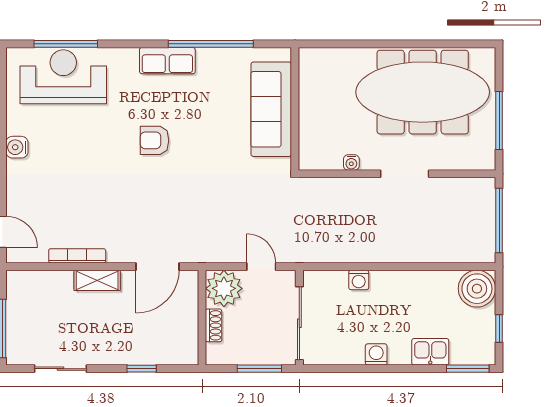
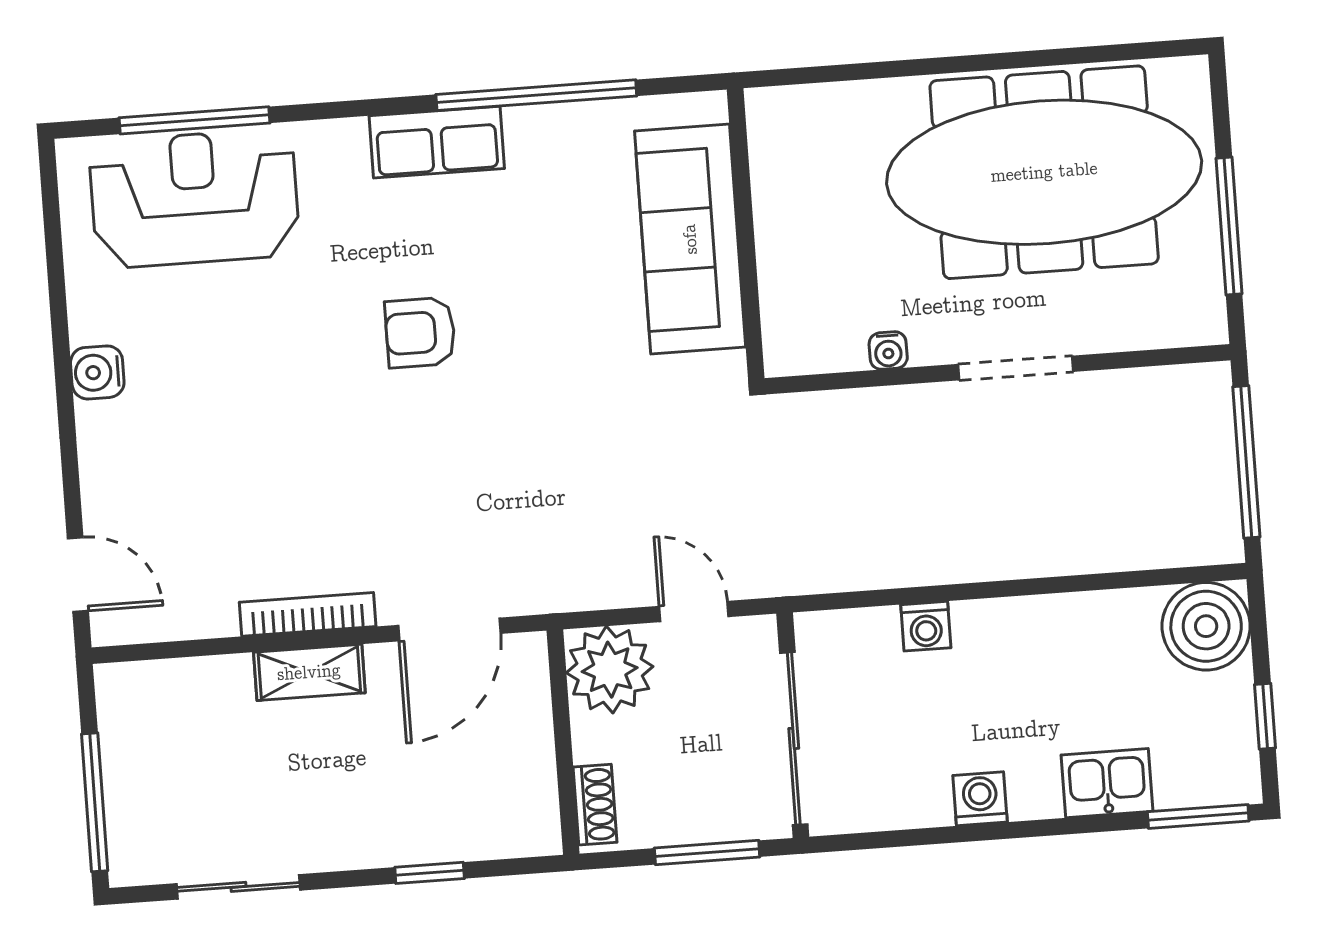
bookcase: (77, 256) -> (308, 614), moved
shoe rack: (214, 325) -> (595, 805), moved

